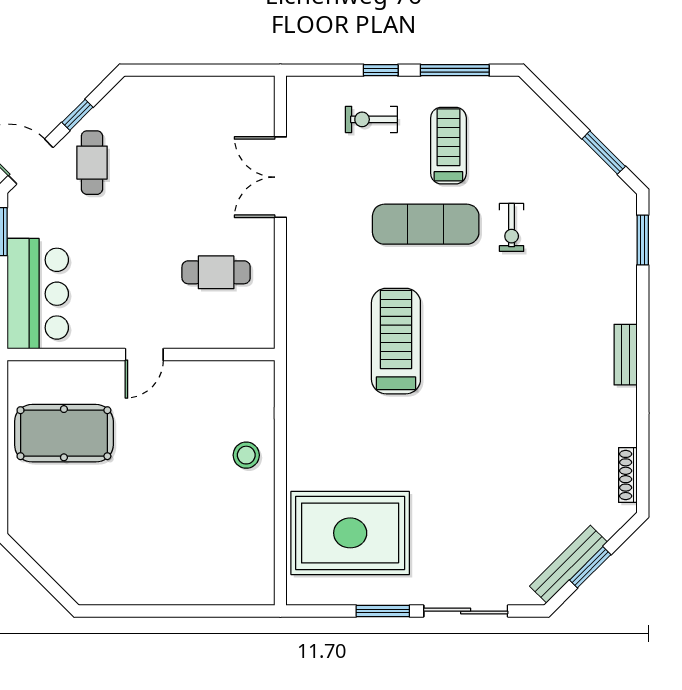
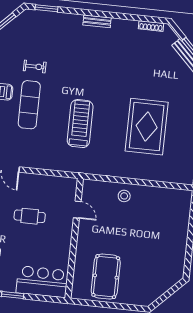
cafe table: (216, 272) -> (30, 216), moved, turned 90
treadmill: (396, 341) -> (80, 124), turned 90
door: (144, 355) -> (77, 210), moved
rug: (350, 533) -> (147, 127), moved

